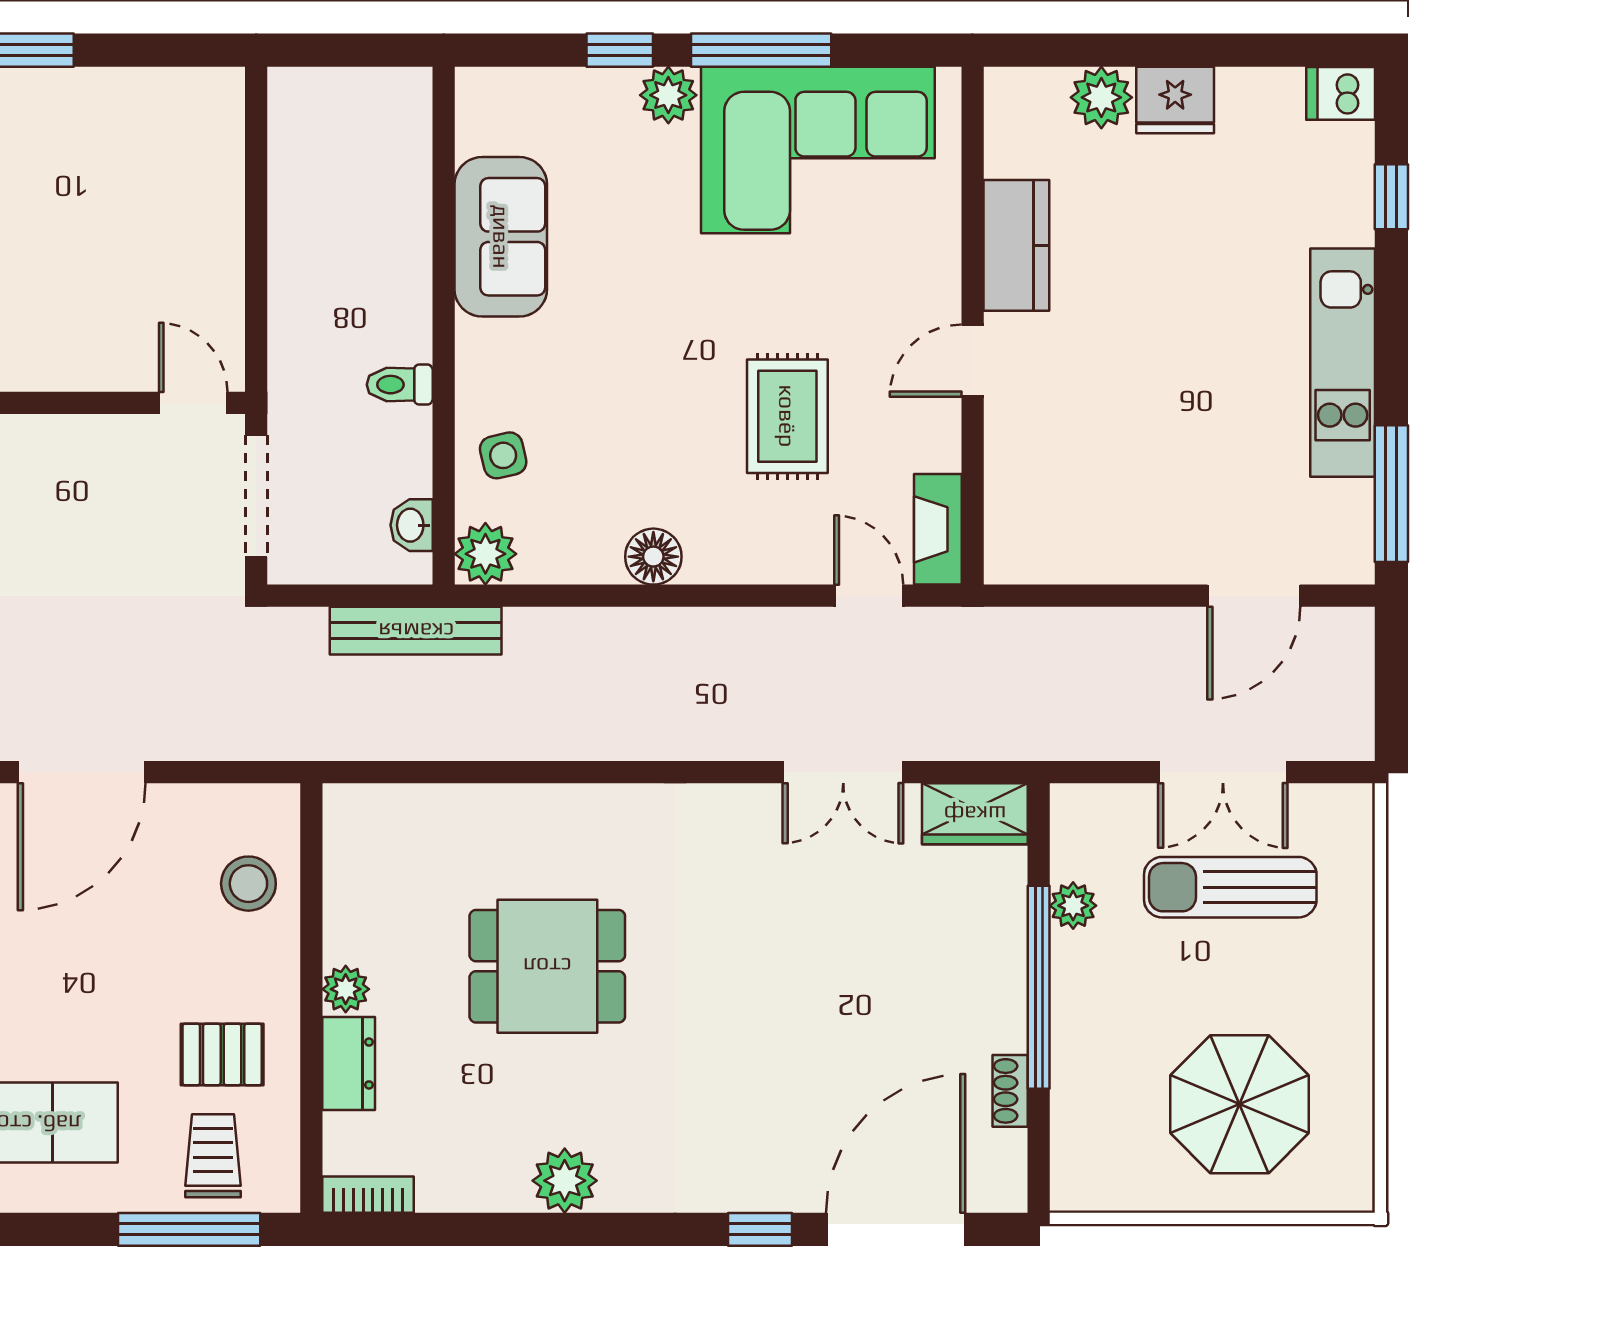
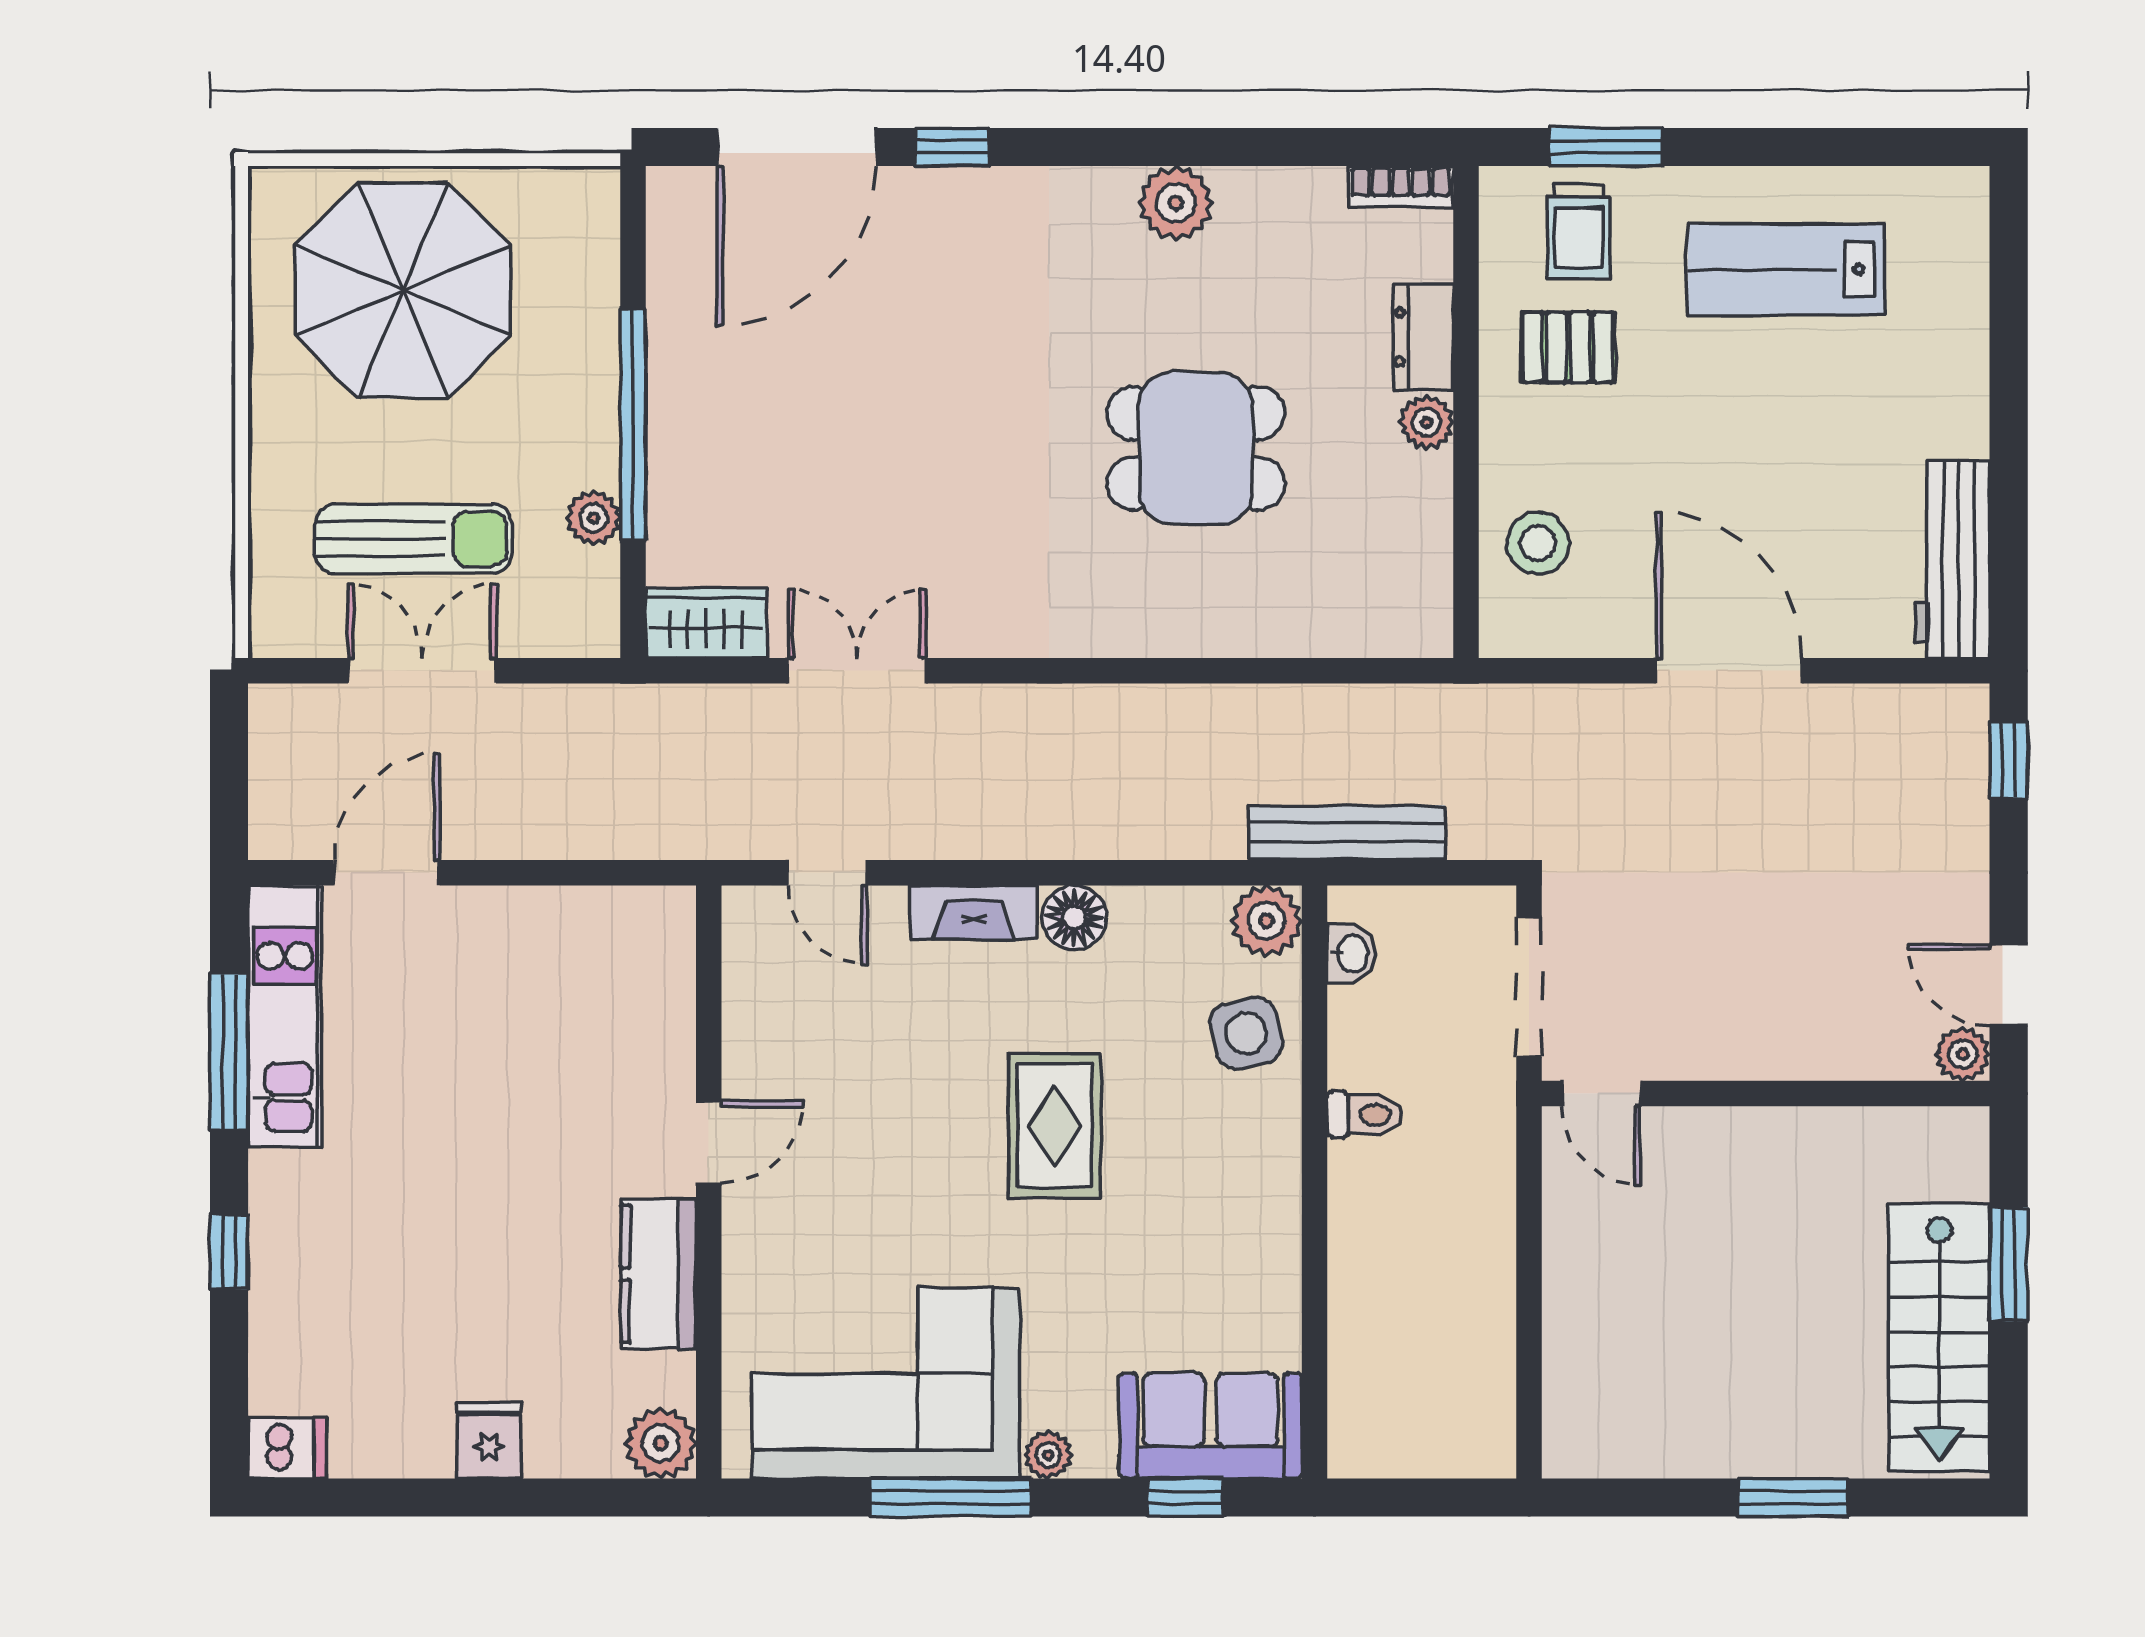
window: (620, 50) -> (1185, 1497), moved
plant: (668, 95) -> (1048, 1455), width x0.73, depth x0.73
plant: (1101, 97) -> (661, 1443), moved
fridge: (1175, 100) -> (489, 1440), width x0.72
window: (1391, 197) -> (229, 1252), moved
sofa: (501, 237) -> (1210, 1426), moved, turned 90
kitchen unit: (1343, 363) -> (285, 1016), moved
rug: (787, 416) -> (1055, 1126), moved
side table: (503, 455) -> (1246, 1033), width x1.37, depth x1.37
window: (1391, 494) -> (229, 1052), moved
fireplace: (938, 529) -> (974, 912), moved, turned 90
door: (82, 772) -> (1729, 671), hinge flipped
shoe rack: (1010, 1091) -> (666, 306), removed
parasol: (1240, 1104) -> (403, 290), width x1.36, depth x1.36
window: (189, 1229) -> (1606, 147), width x0.69

